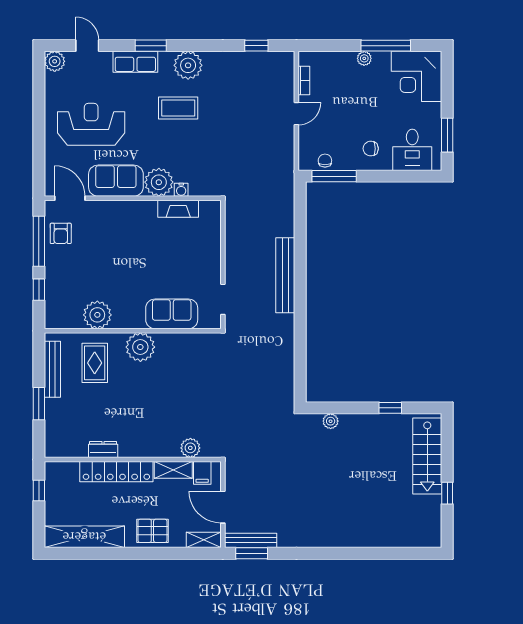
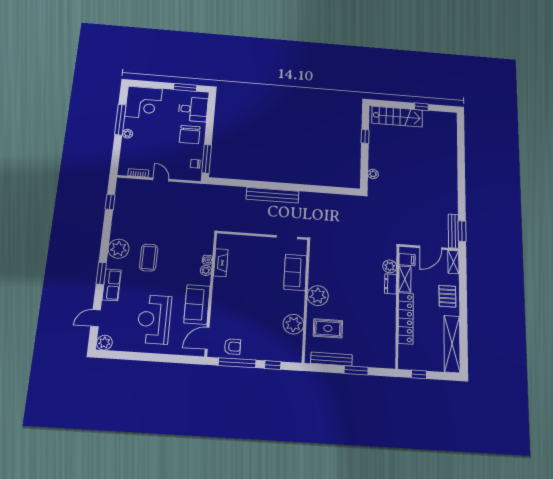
chair: (371, 149) -> (190, 135), width x1.87, depth x1.87
plant: (159, 182) -> (206, 270), width x0.53, depth x0.53
dresser: (103, 449) -> (391, 284), moved

